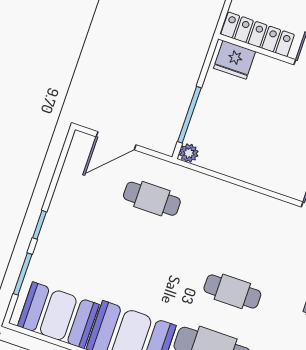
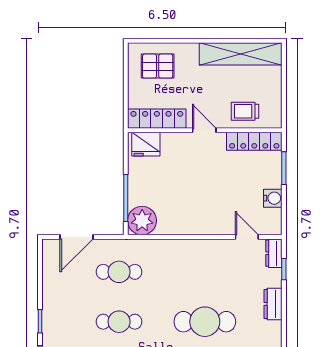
plant: (189, 153) -> (142, 221), width x1.88, depth x1.88
cafe table: (132, 257) -> (119, 322), added
cafe table: (232, 291) -> (205, 322), width x1.37, depth x1.35

